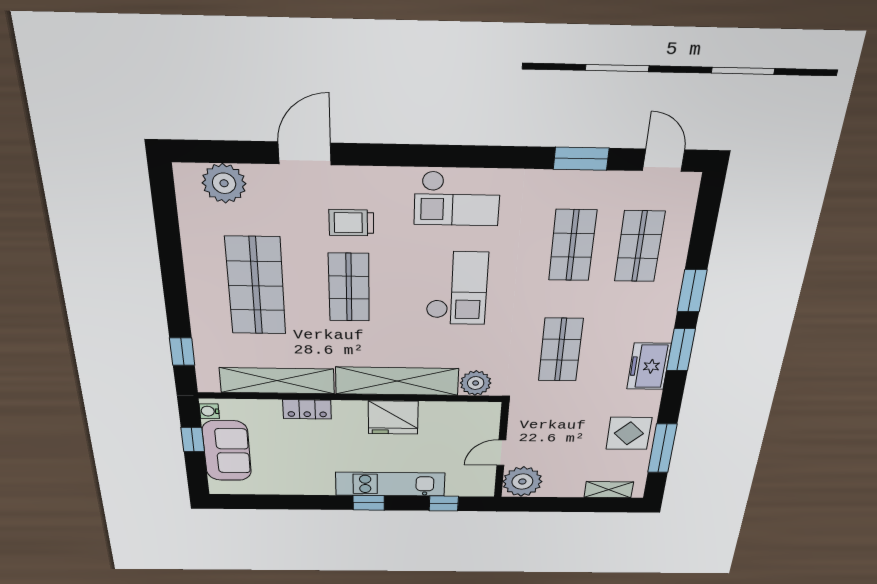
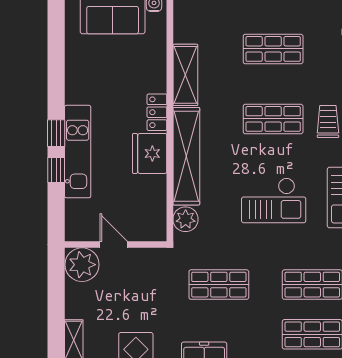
shop shelf: (256, 286) -> (273, 49), width x0.70, depth x0.74
shelving: (277, 381) -> (185, 75), width x0.68
locker: (307, 409) -> (157, 112), moved
window: (444, 503) -> (56, 170), moved

